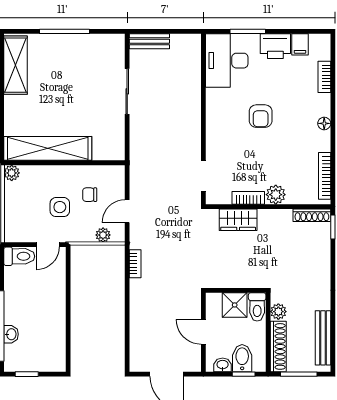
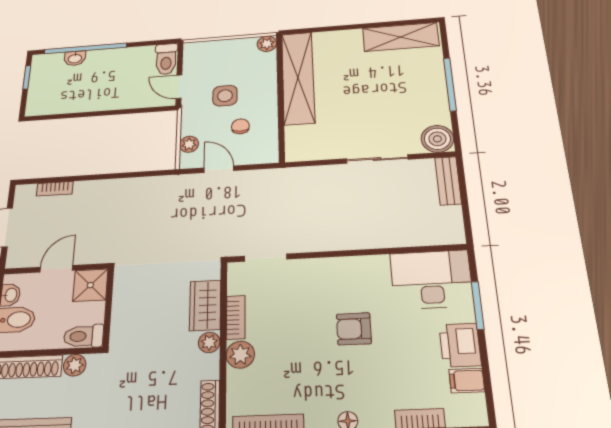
boiler: (113, 46) -> (437, 139), added
plant: (266, 216) -> (209, 342), added
bookcase: (135, 264) -> (55, 189), moved
shower: (235, 305) -> (90, 285), moved

